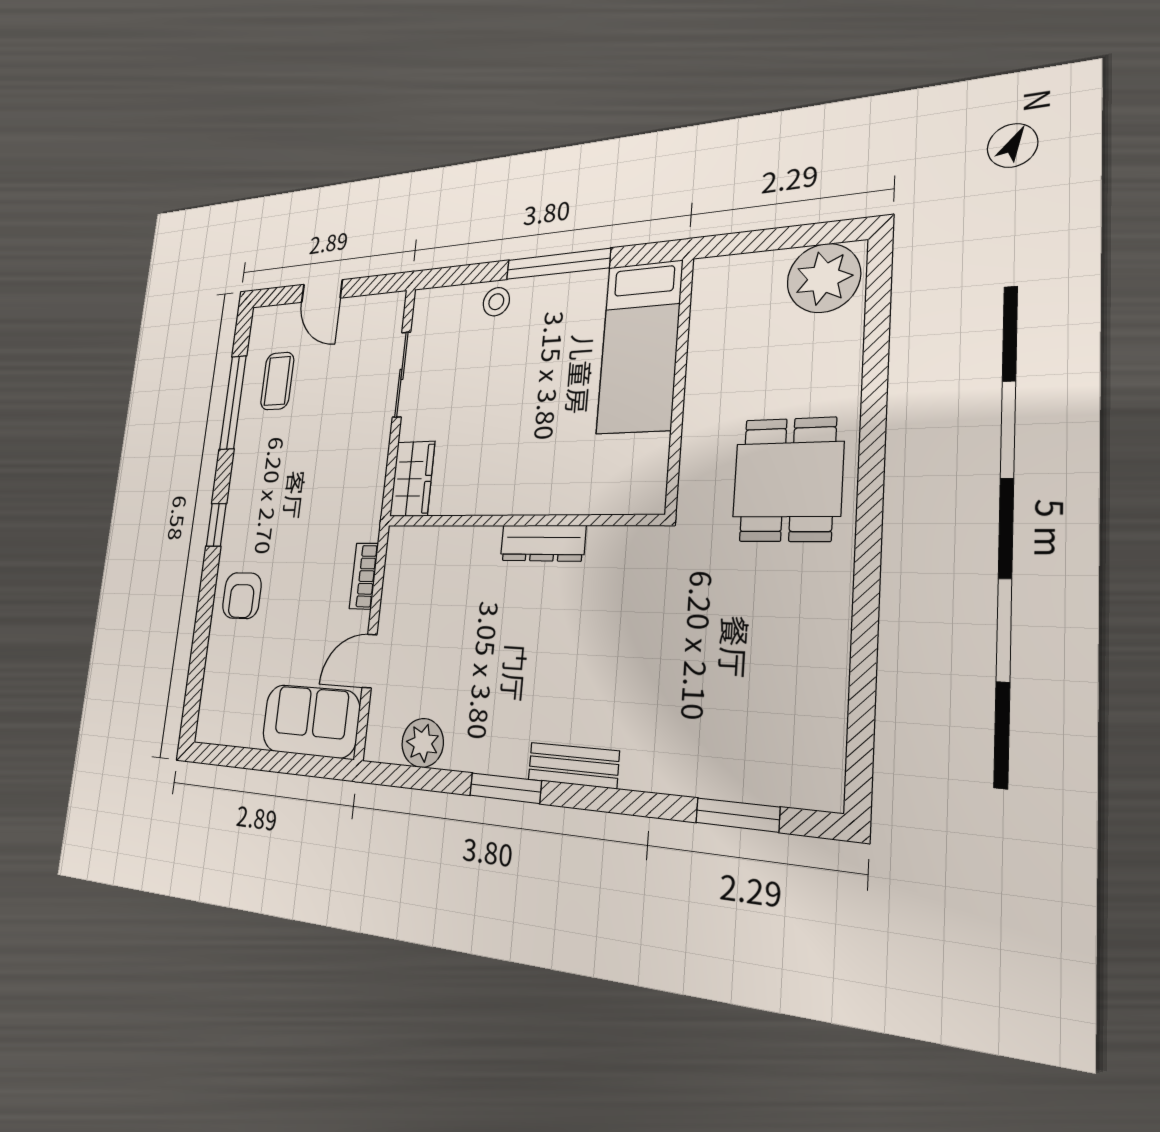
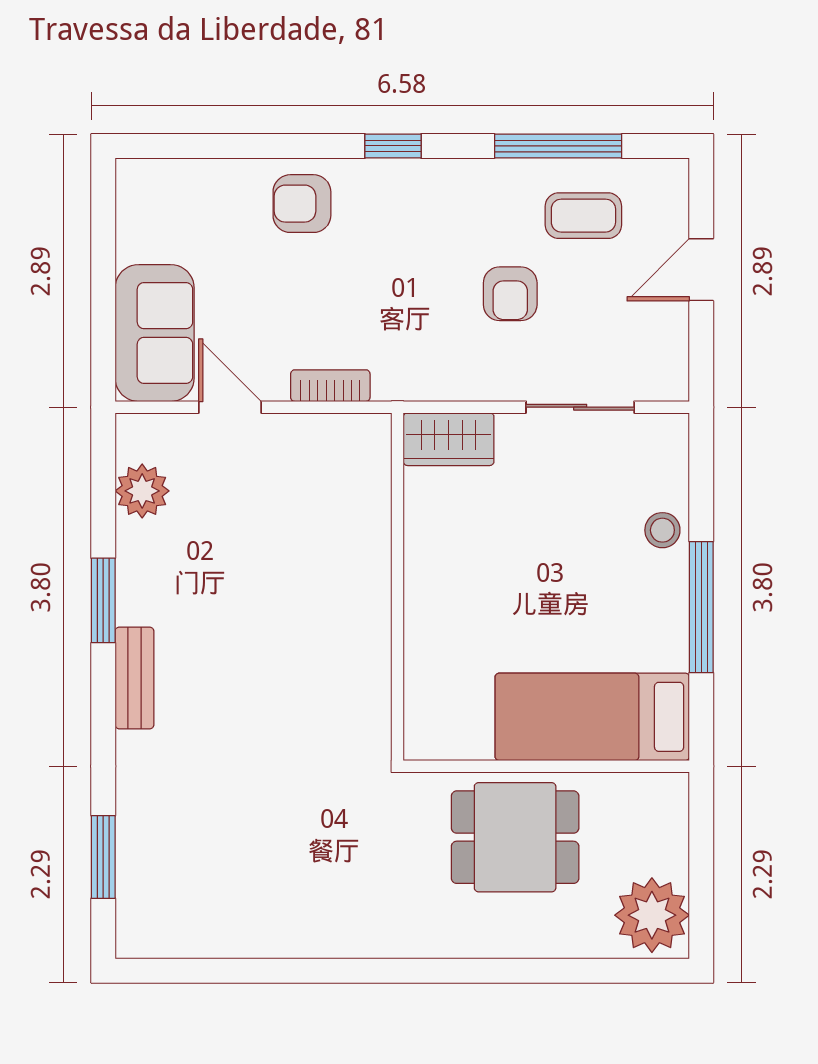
armchair: (319, 433) -> (510, 294), added
dining table: (788, 480) -> (515, 837), moved
dresser: (543, 543) -> (372, 619), removed

